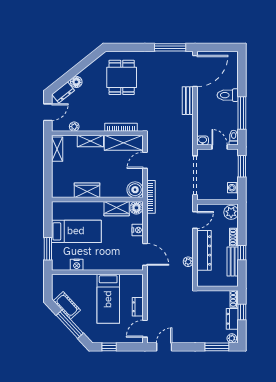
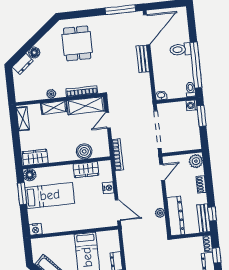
door: (48, 112) -> (10, 84), removed
window: (242, 113) -> (196, 65), width x1.46
plant: (74, 127) -> (51, 94), moved
door: (220, 147) -> (178, 100), removed
washing machine: (233, 188) -> (192, 105), moved
wardrobe: (87, 190) -> (35, 157), moved
boiler: (135, 190) -> (84, 151), moved
floor lamp: (136, 208) -> (30, 175), moved
window: (48, 249) -> (22, 194), moved
dresser: (204, 250) -> (176, 216), moved
window: (242, 253) -> (212, 214), moved
bench: (233, 261) -> (204, 218), moved
nightstand: (77, 265) -> (35, 229), moved

